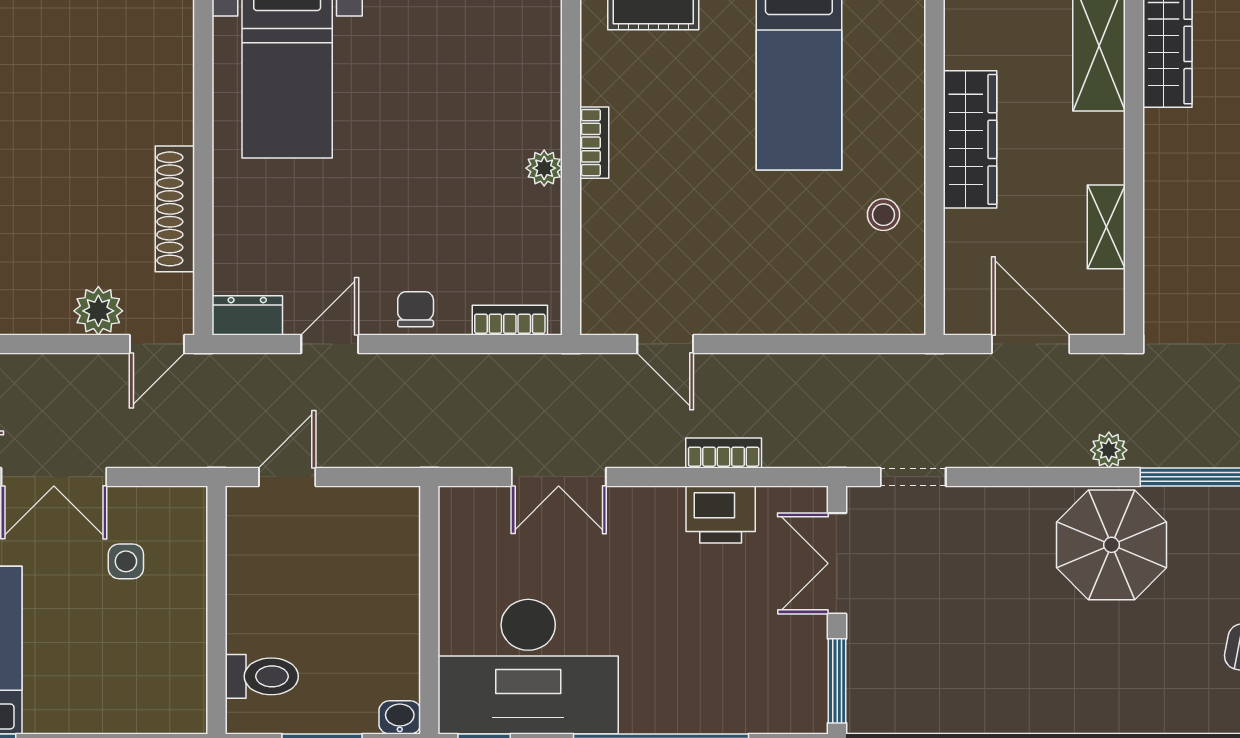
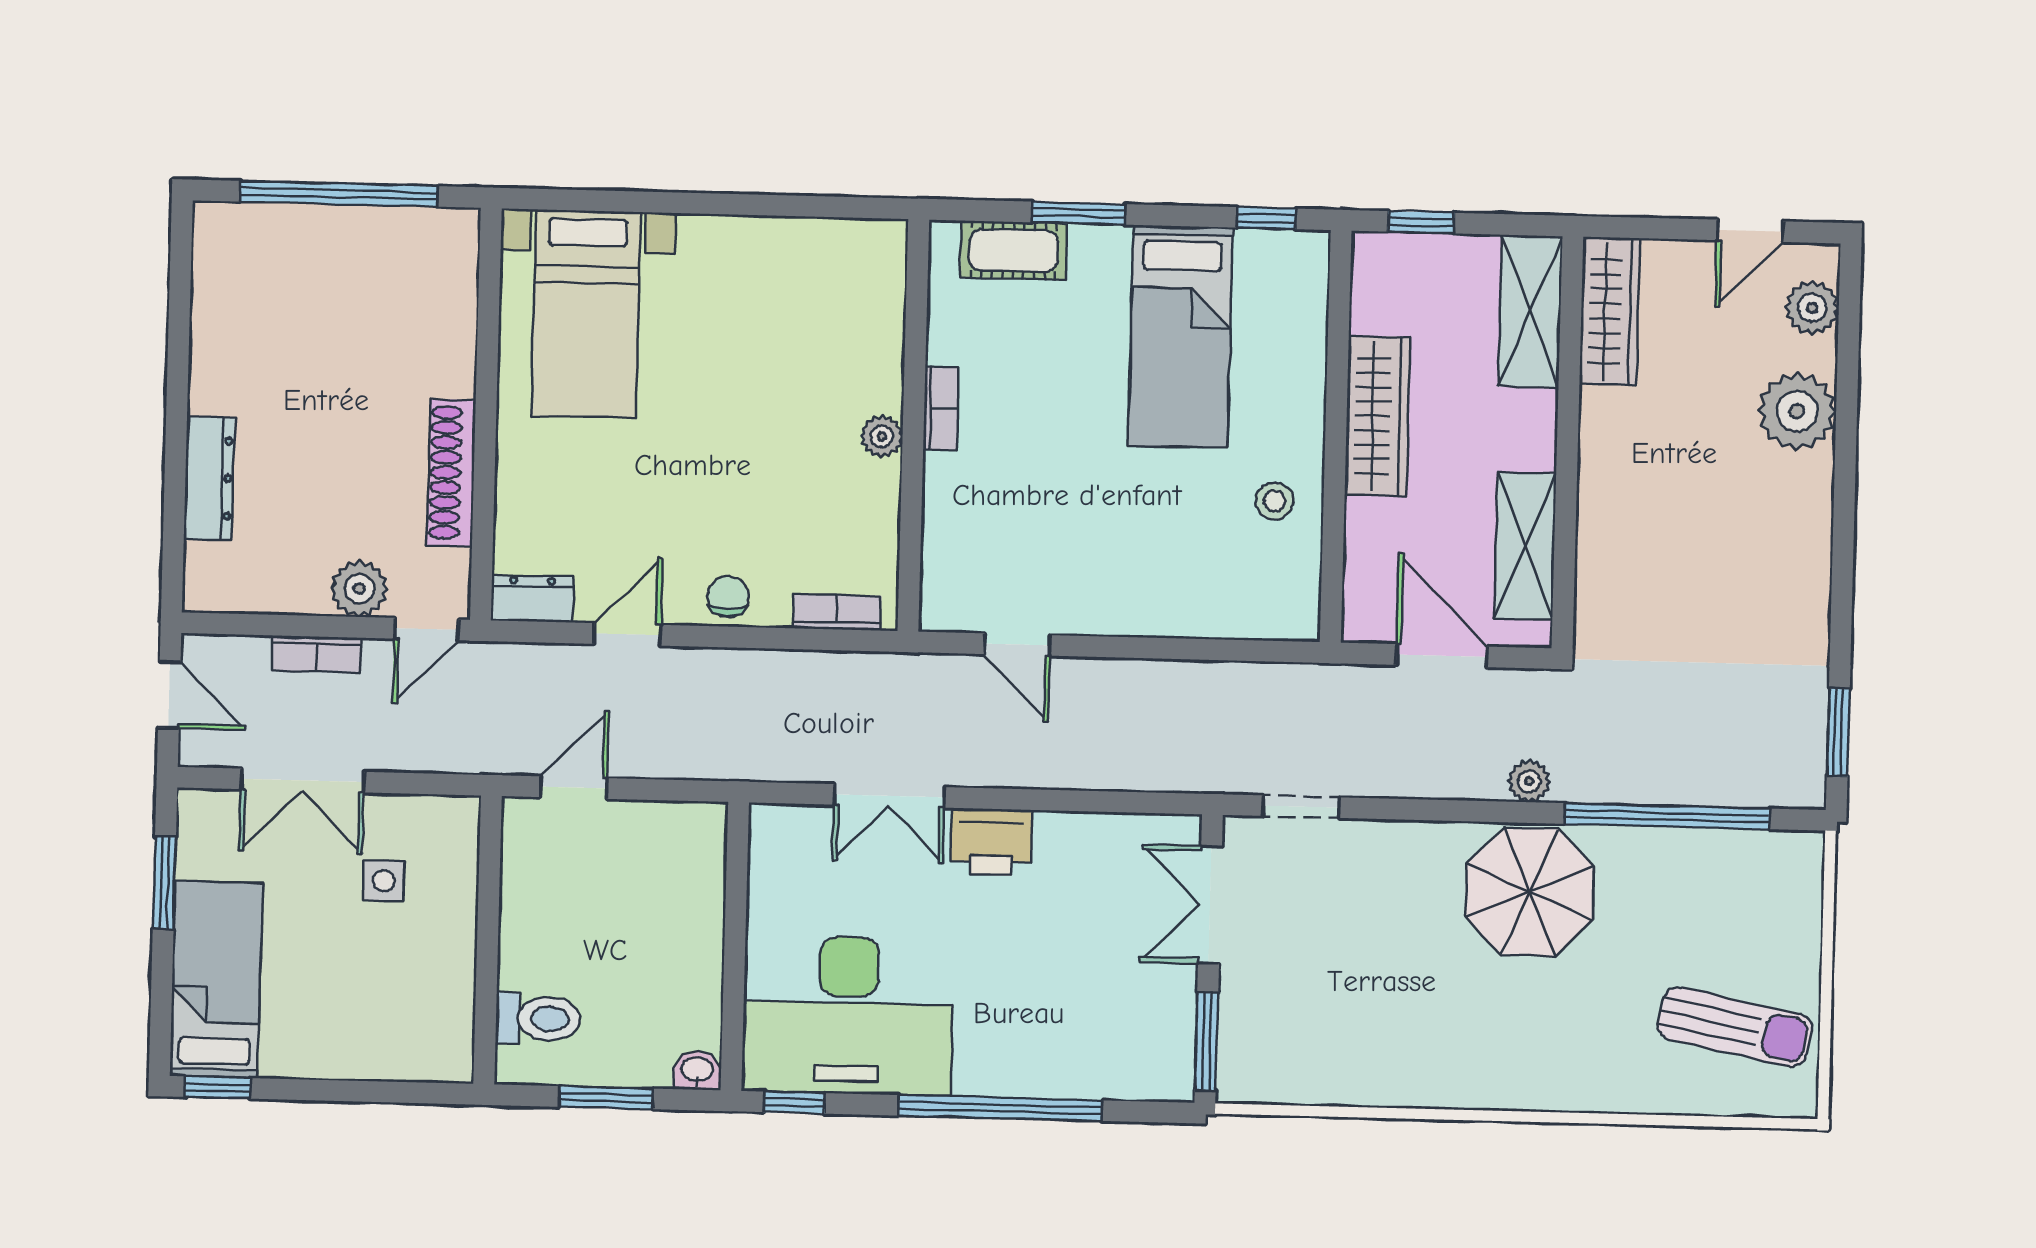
shelving: (1106, 227) -> (1525, 546), width x1.50, depth x1.33
bookcase: (724, 453) -> (317, 654), moved, turned 180
printer: (721, 514) -> (991, 842), moved

